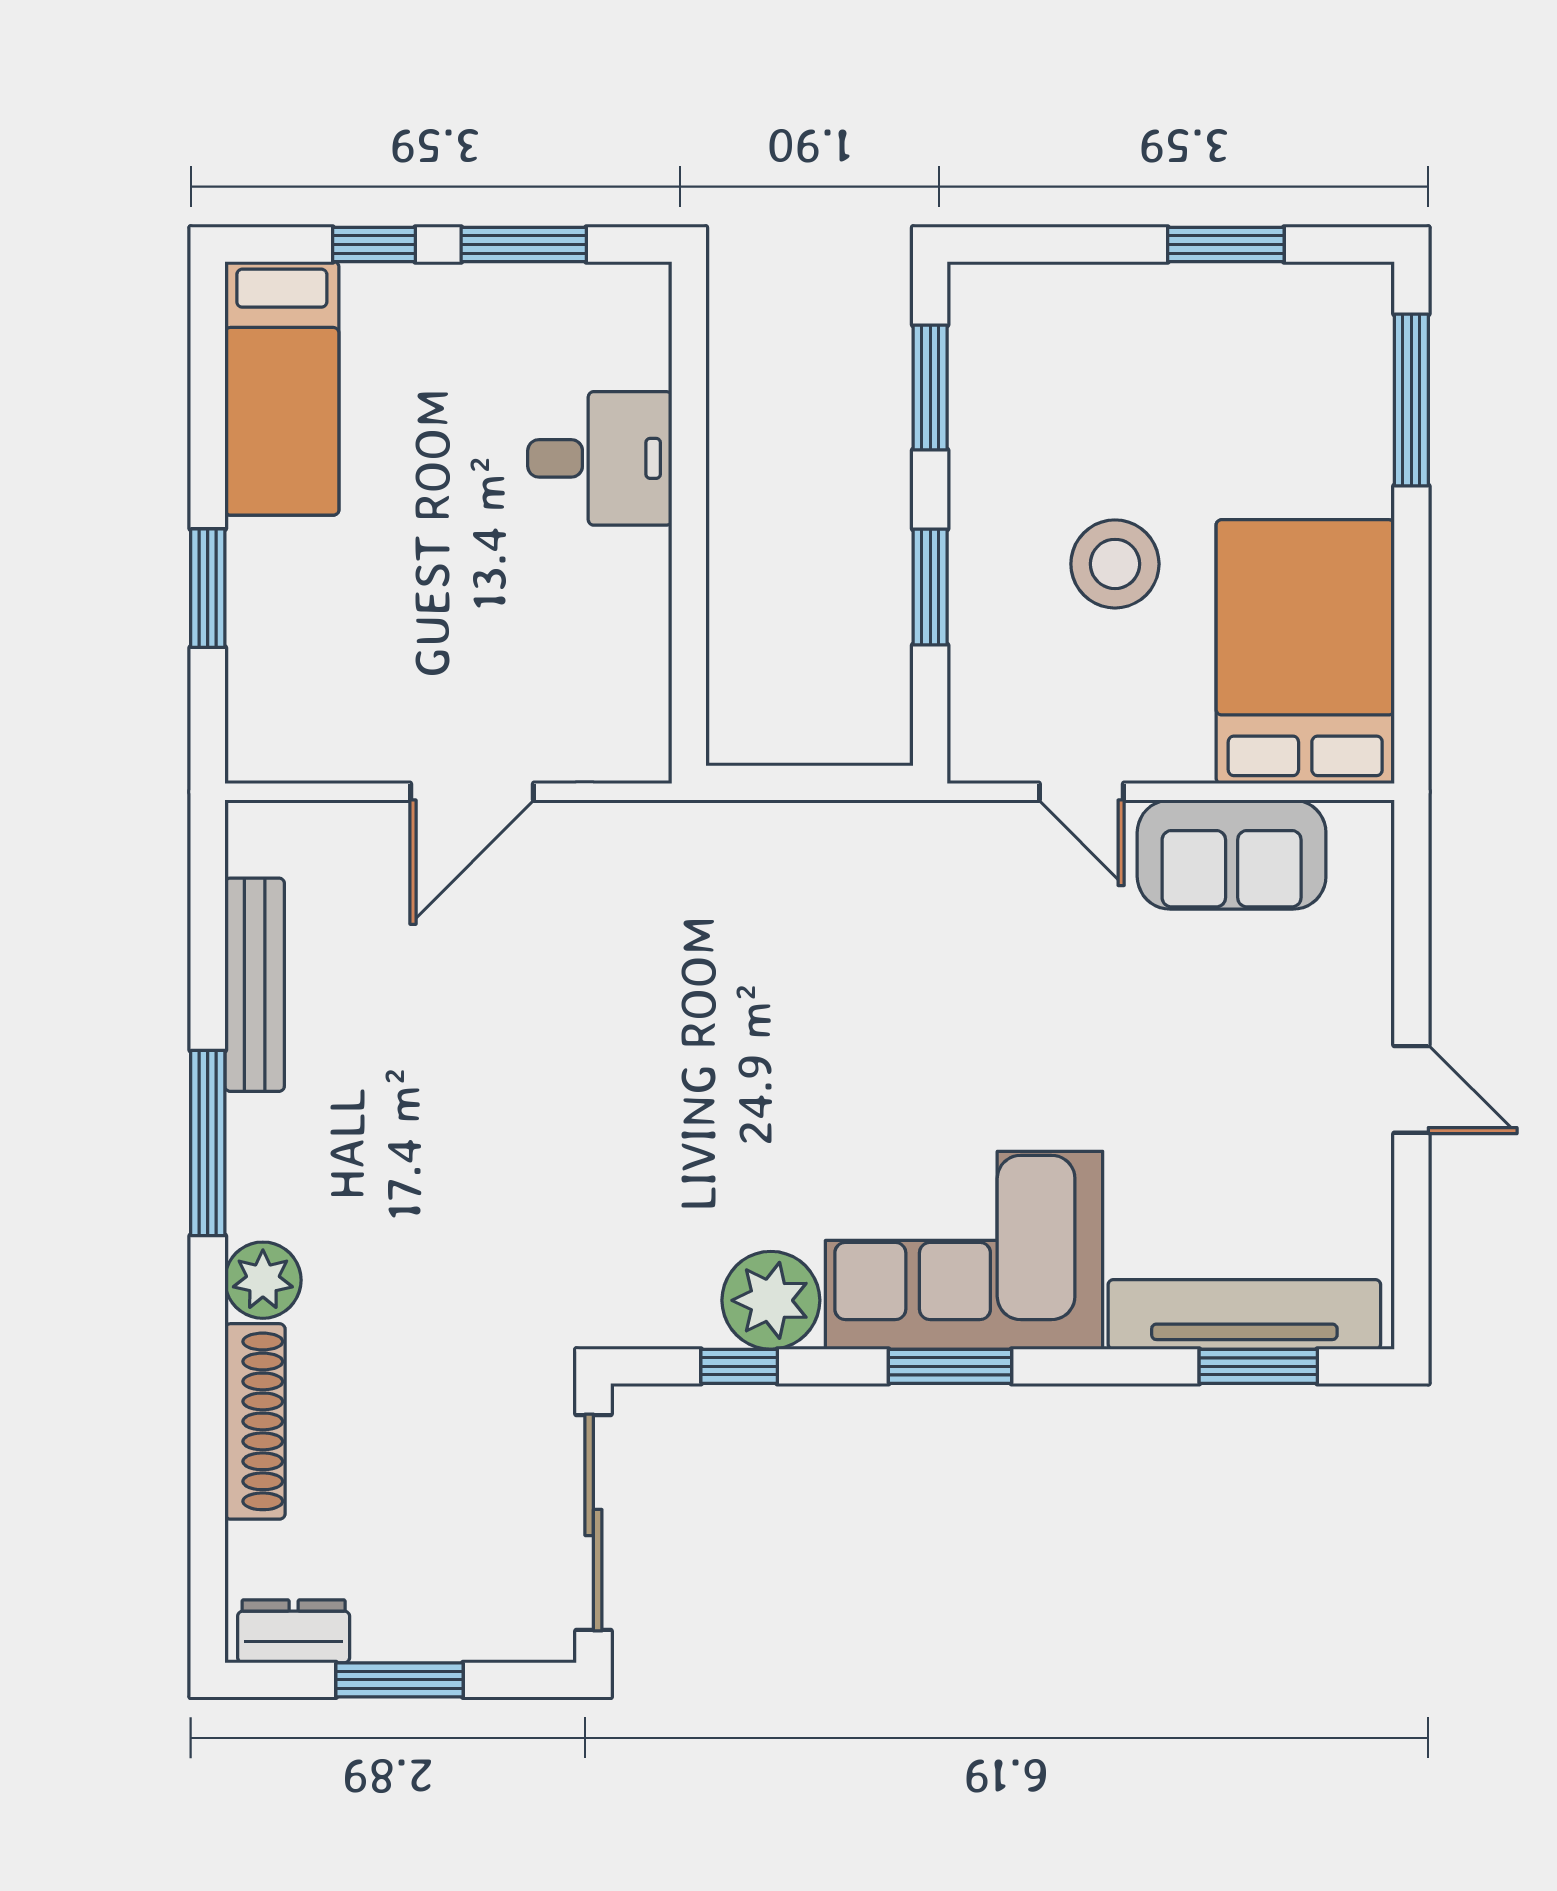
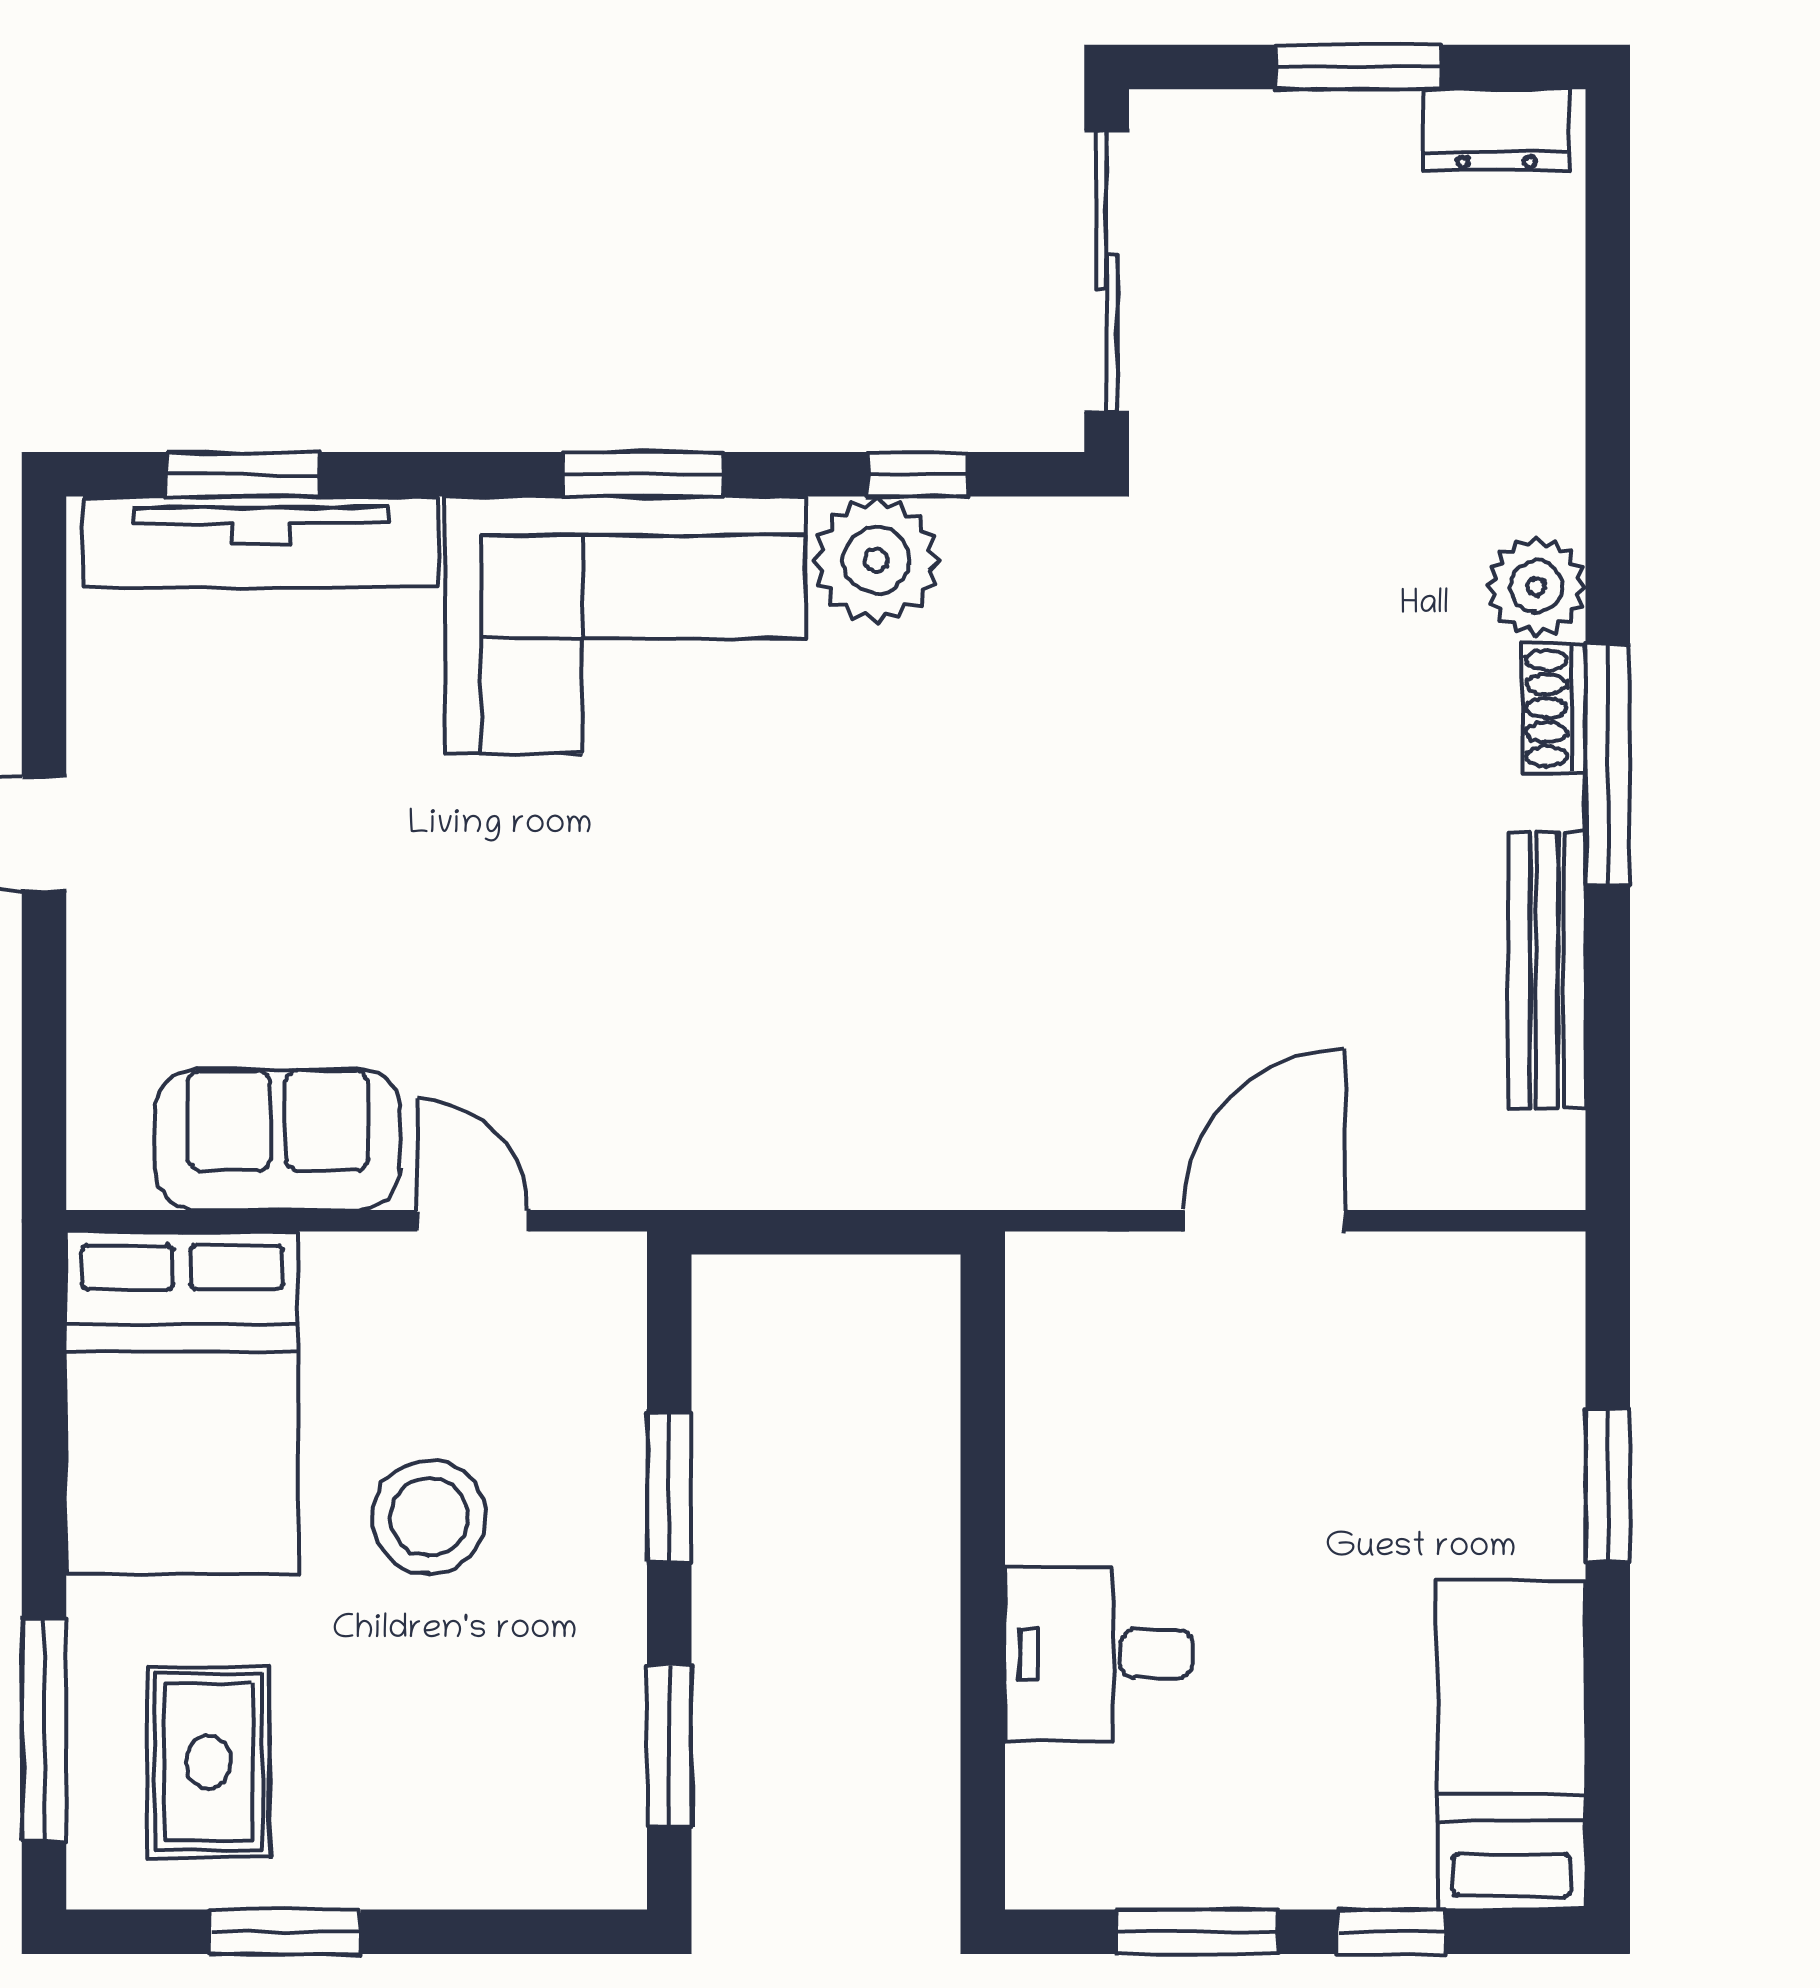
rug: (1285, 375) -> (208, 1762), added
shoe rack: (255, 1421) -> (1554, 708), moved, width x0.51, depth x0.81

